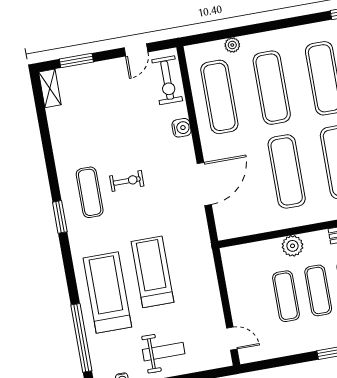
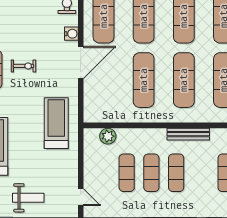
door: (204, 184) -> (81, 63), moved
plant: (292, 246) -> (108, 136), moved
treadmill: (152, 272) -> (56, 123), moved

